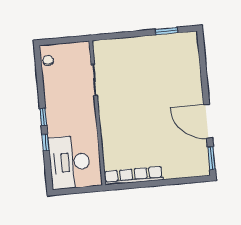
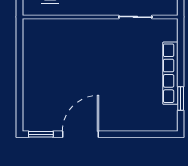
row of seats: (134, 176) -> (170, 73), moved, turned 180

